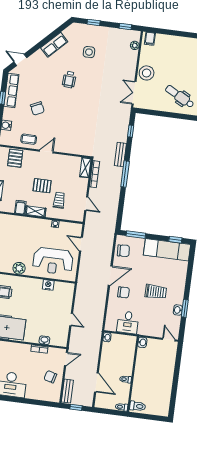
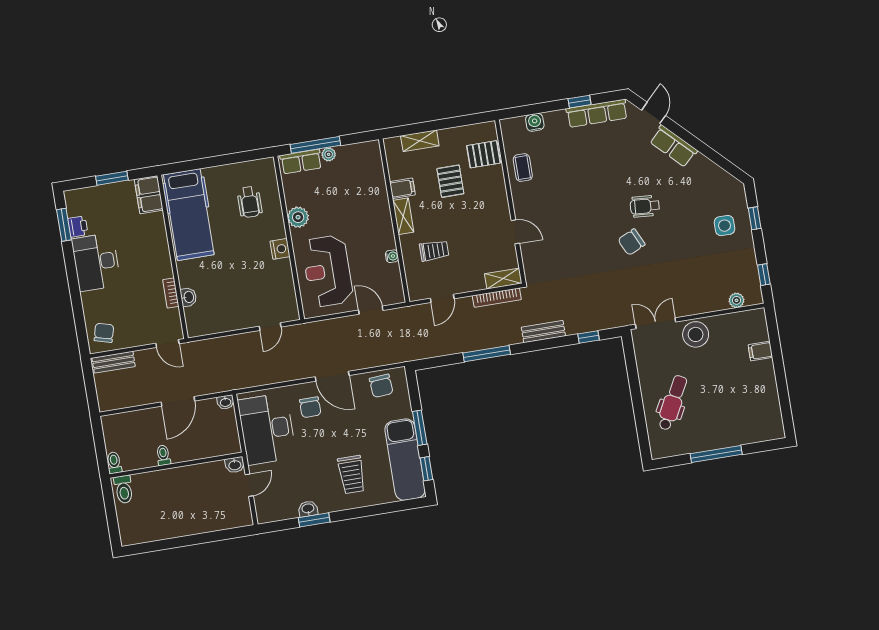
filing cabinet: (150, 39) -> (760, 351), moved
row of seats: (54, 45) -> (673, 146), moved
side table: (89, 52) -> (725, 226), moved
chair: (37, 108) -> (631, 242), moved
door: (46, 151) -> (515, 232), moved
window: (125, 174) -> (487, 354), moved
pallet: (42, 186) -> (450, 181), moved
window: (136, 235) -> (420, 428), moved
door: (81, 244) -> (371, 310), hinge flipped
nightstand: (48, 285) -> (280, 249), moved
trolley: (156, 292) -> (352, 475), moved
door: (71, 320) -> (270, 327), moved
desk: (128, 322) -> (267, 429), width x1.87, depth x1.30
door: (169, 340) -> (249, 485), moved
chair: (50, 377) -> (104, 333), moved
door: (96, 382) -> (178, 401), moved
window: (76, 407) -> (90, 385), removed

